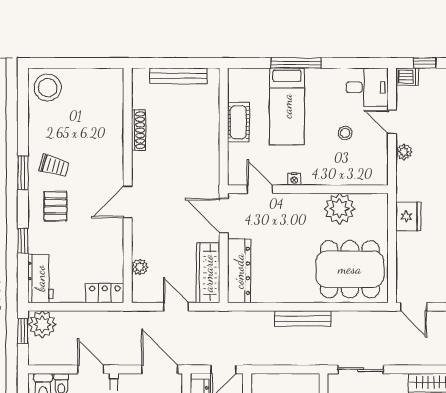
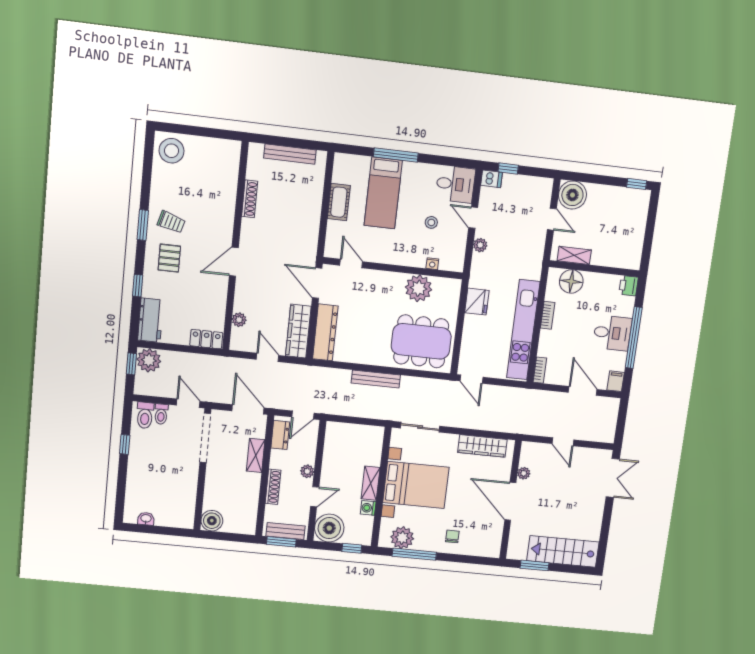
nightstand: (294, 179) -> (432, 264), moved

